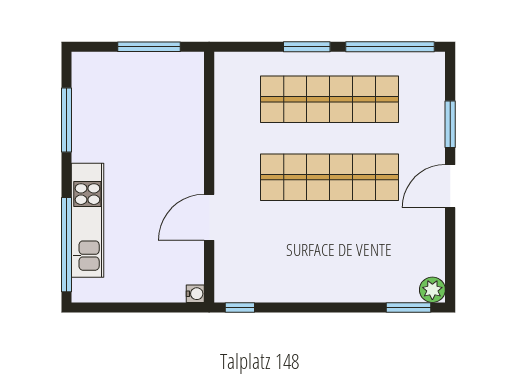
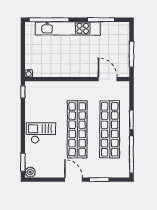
door: (209, 217) -> (108, 79), moved
kitchen unit: (87, 220) -> (68, 28), width x1.36
checkout: (338, 264) -> (41, 133), added

